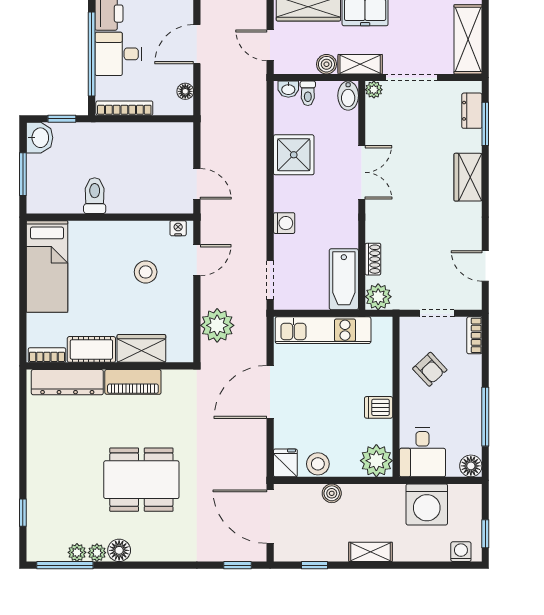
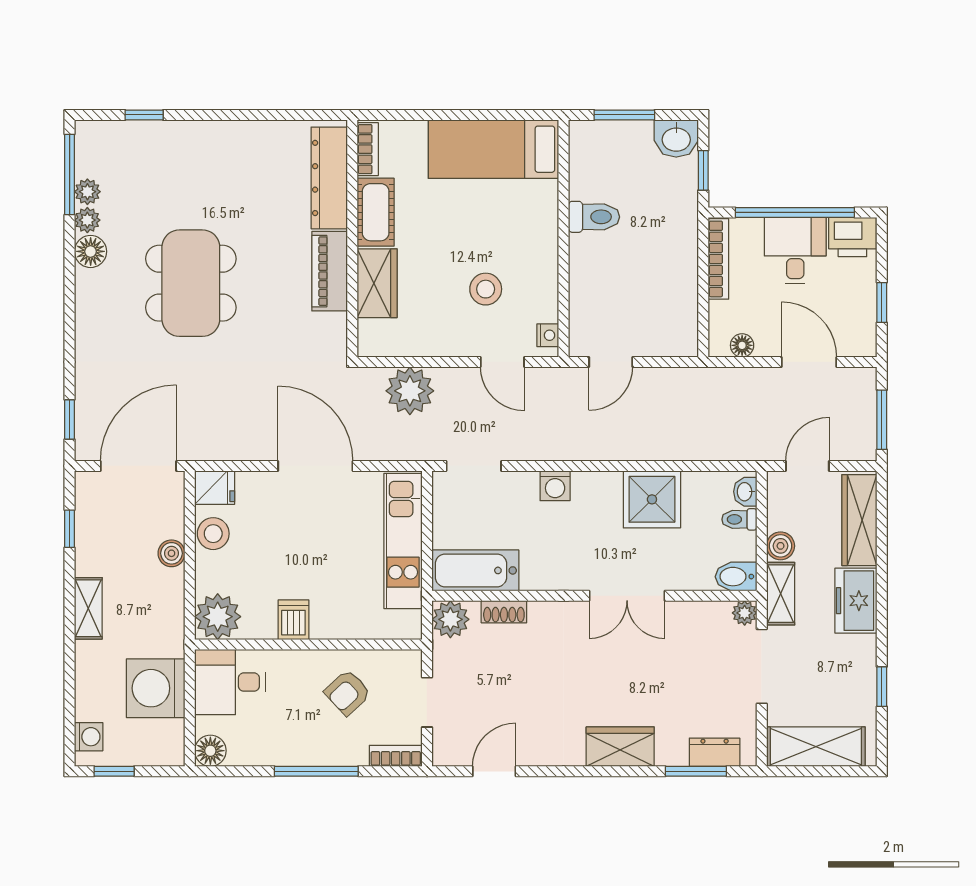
window: (485, 417) -> (316, 771), moved

